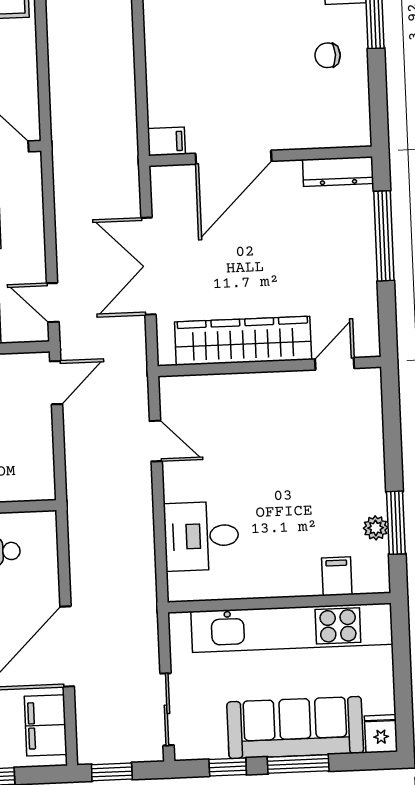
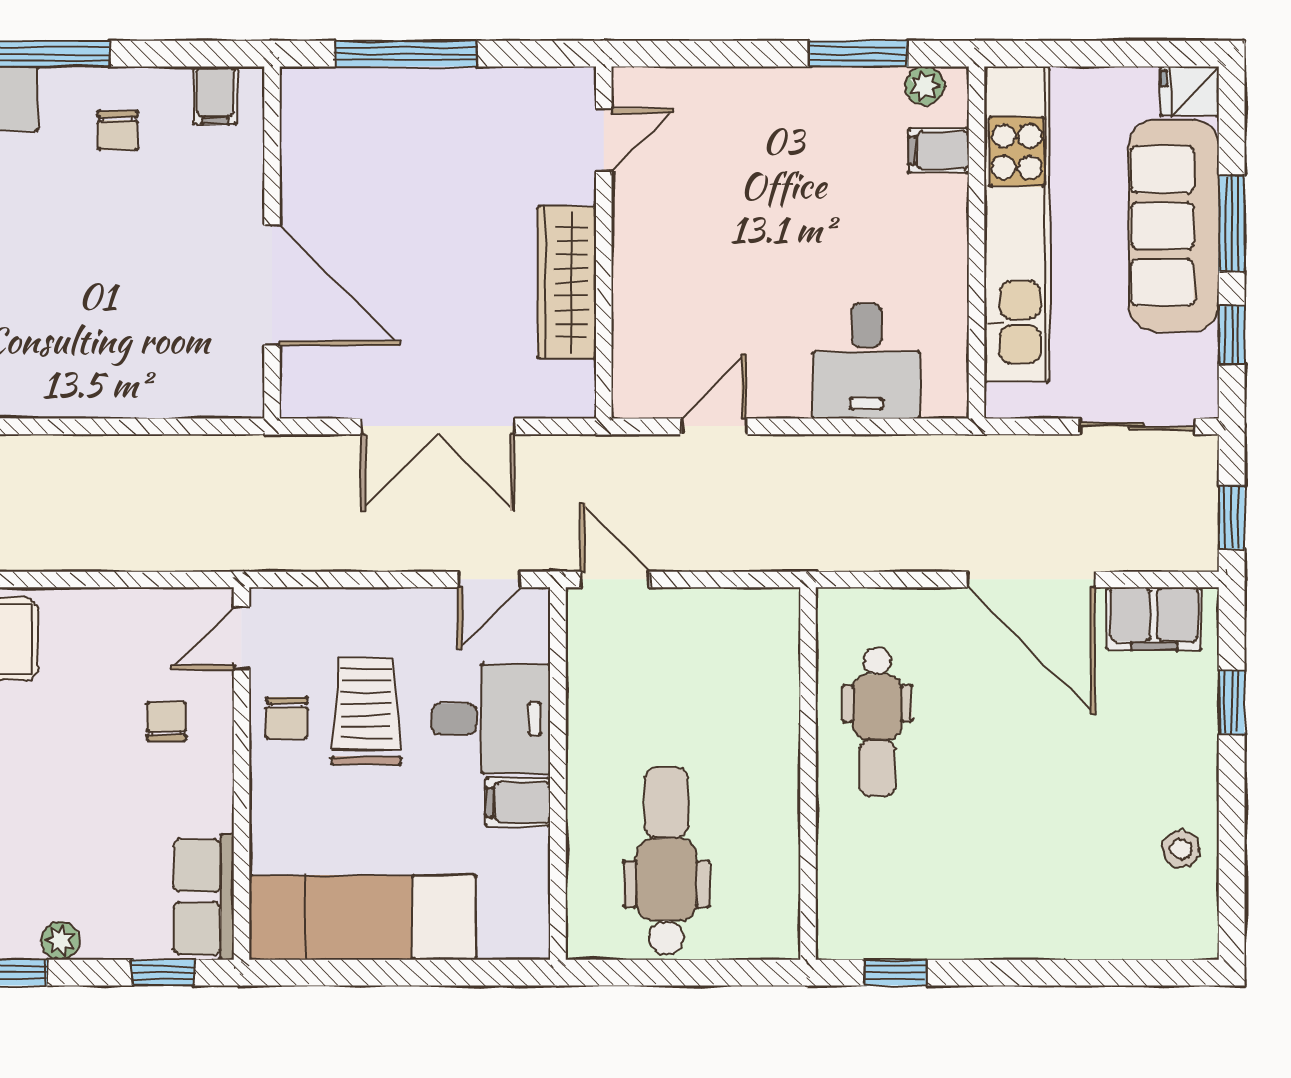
filing cabinet: (166, 141) -> (215, 95), moved, turned 180
dresser: (338, 171) -> (301, 122), removed
wardrobe: (243, 341) -> (567, 282), width x0.71, depth x0.85
door: (335, 364) -> (604, 140), swing flipped
plant: (376, 528) -> (925, 86), moved

